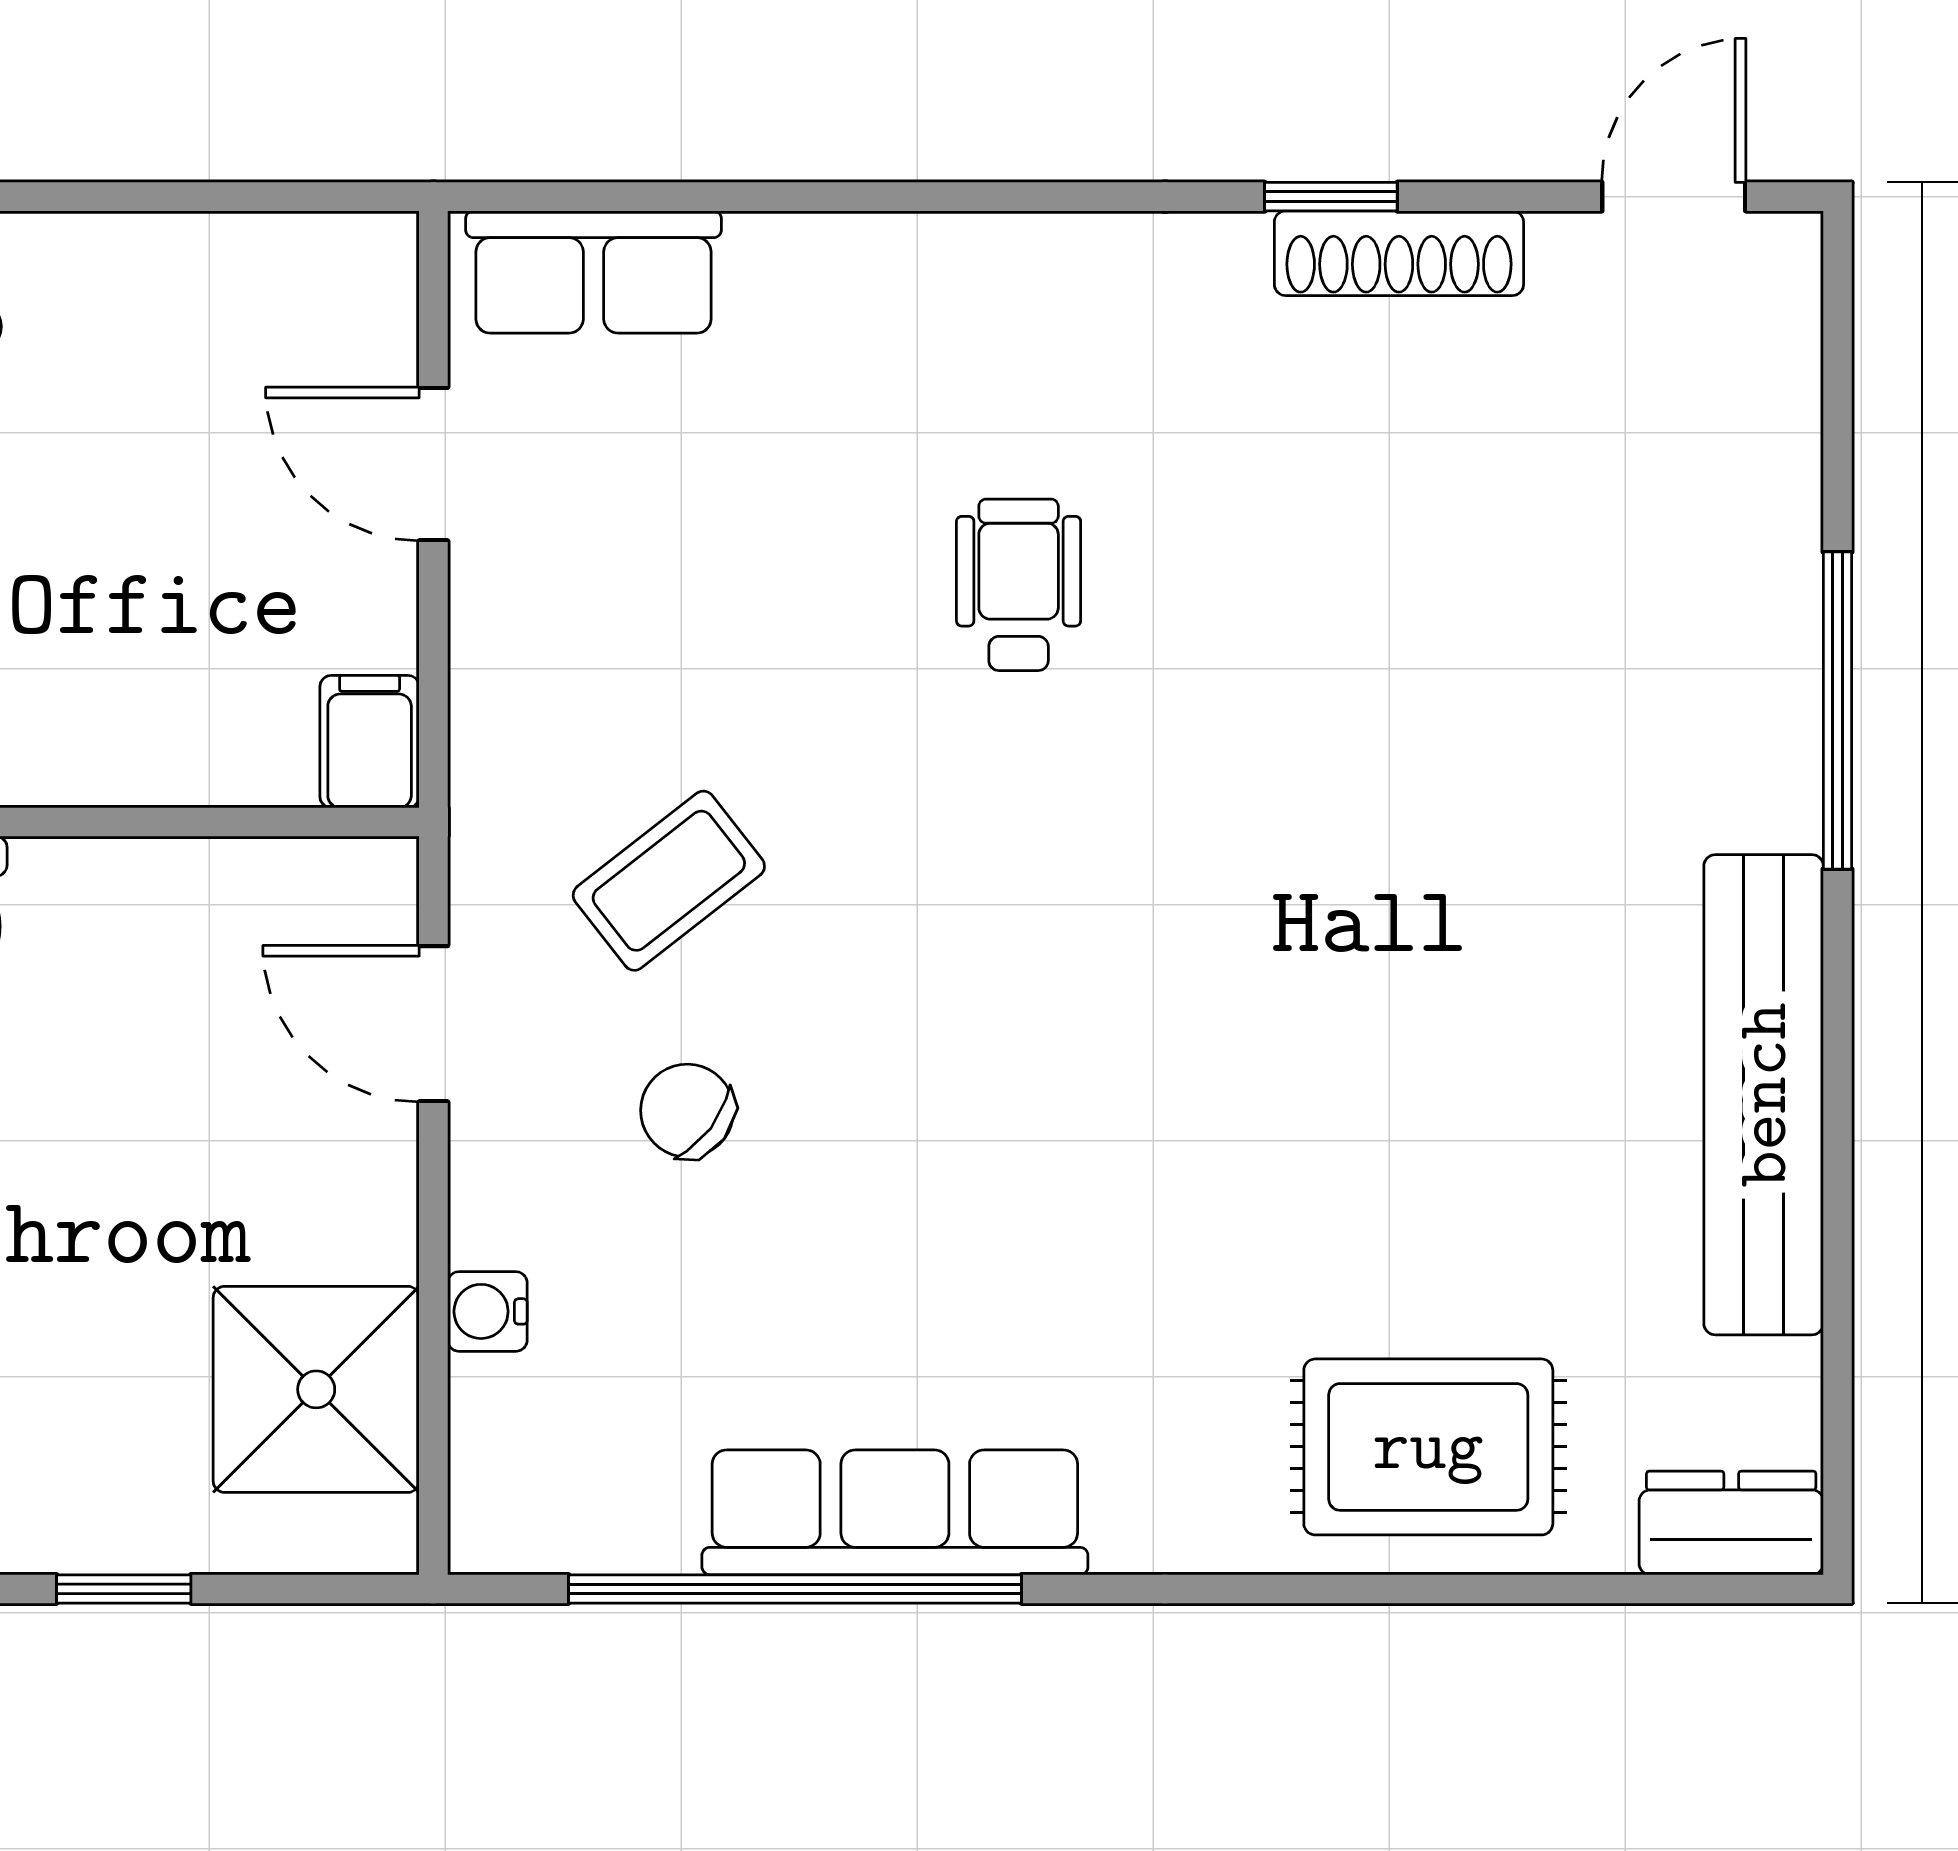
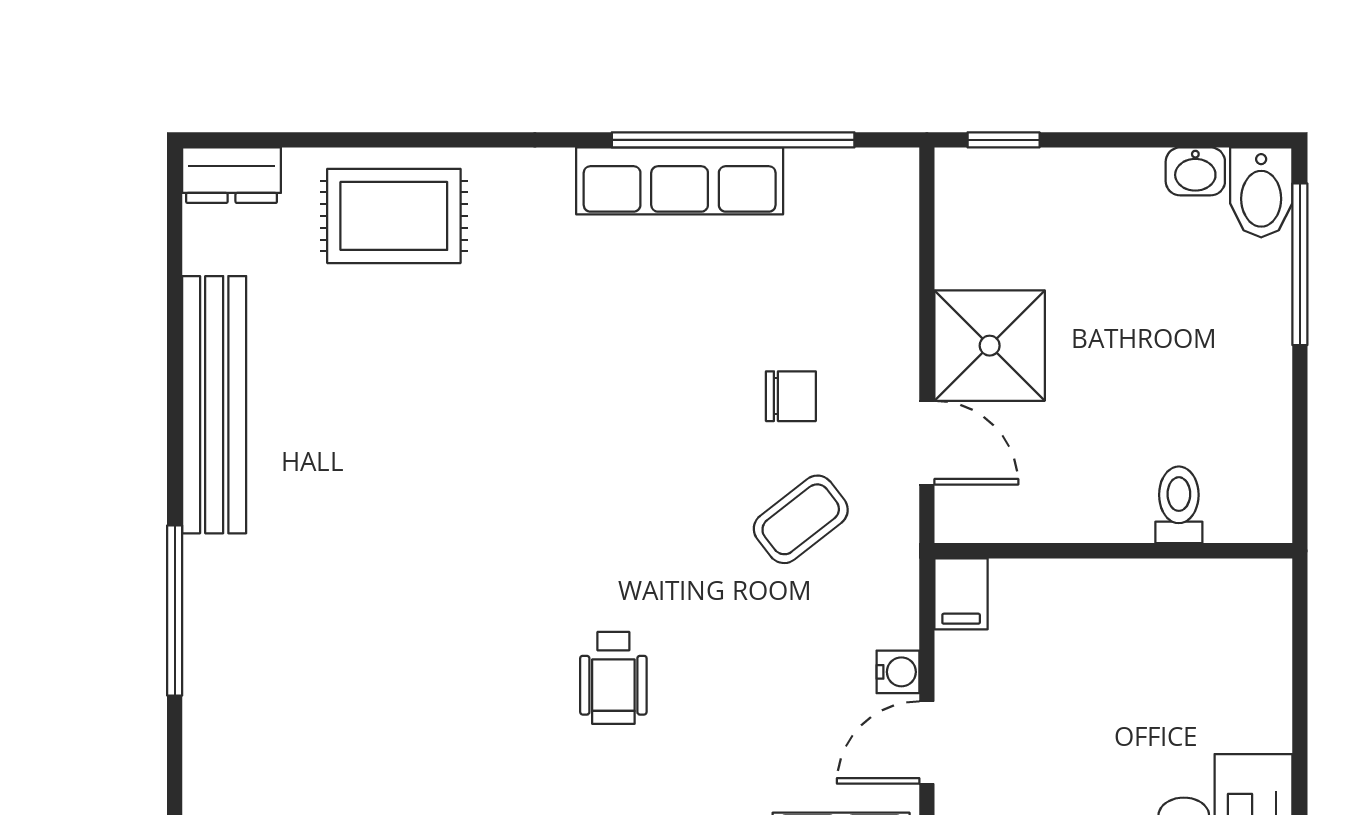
door: (433, 464) -> (927, 743), swing flipped
chair: (687, 1111) -> (791, 396), turned -37
water cooler: (487, 1311) -> (898, 672), moved
shower: (316, 1389) -> (990, 346), moved
window: (124, 1589) -> (1004, 140), moved

